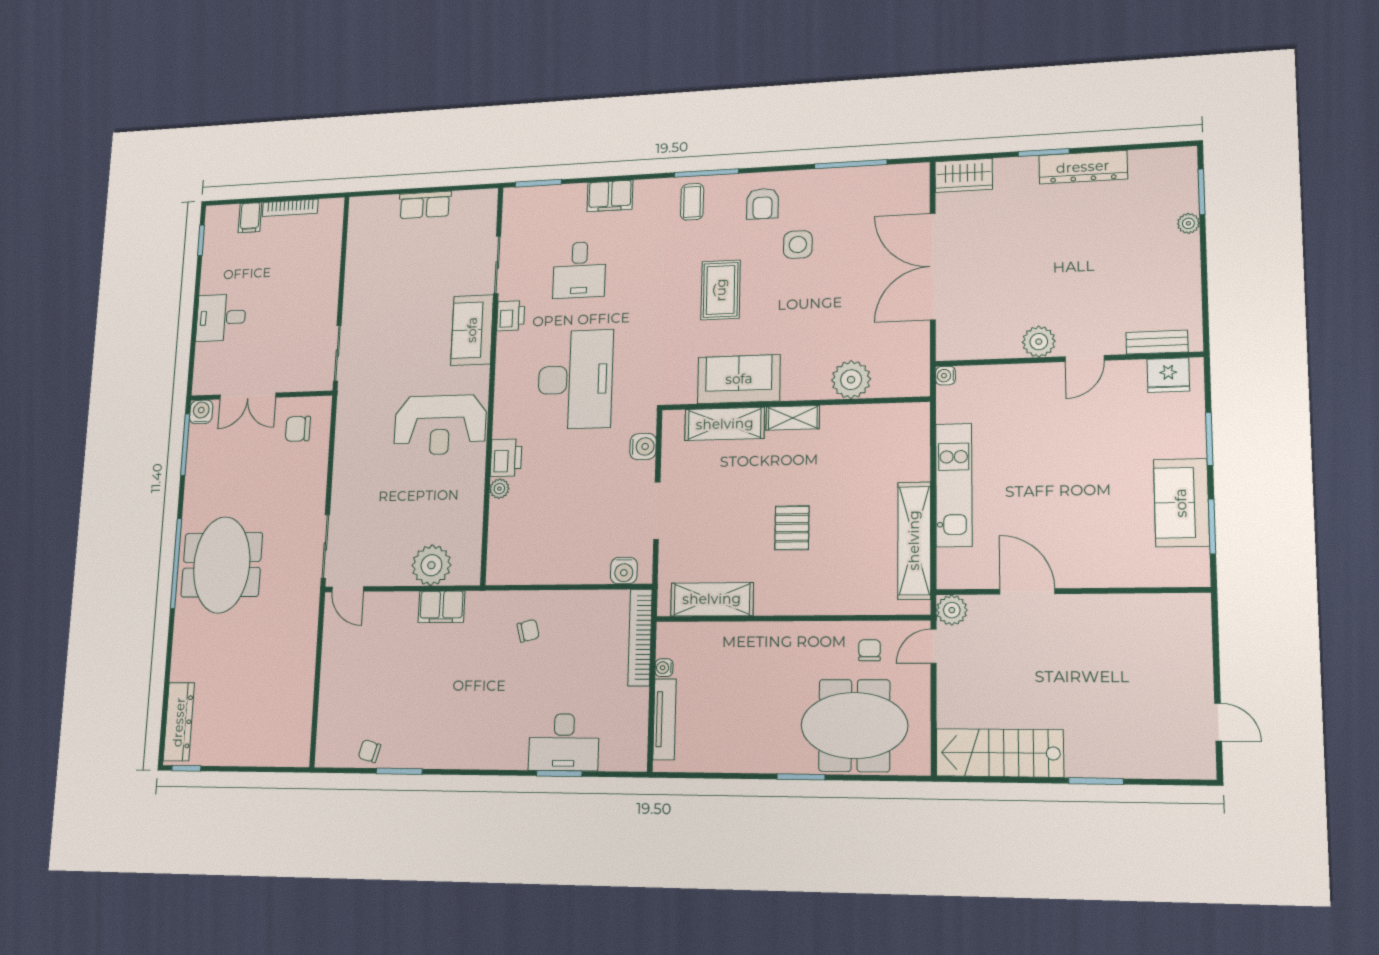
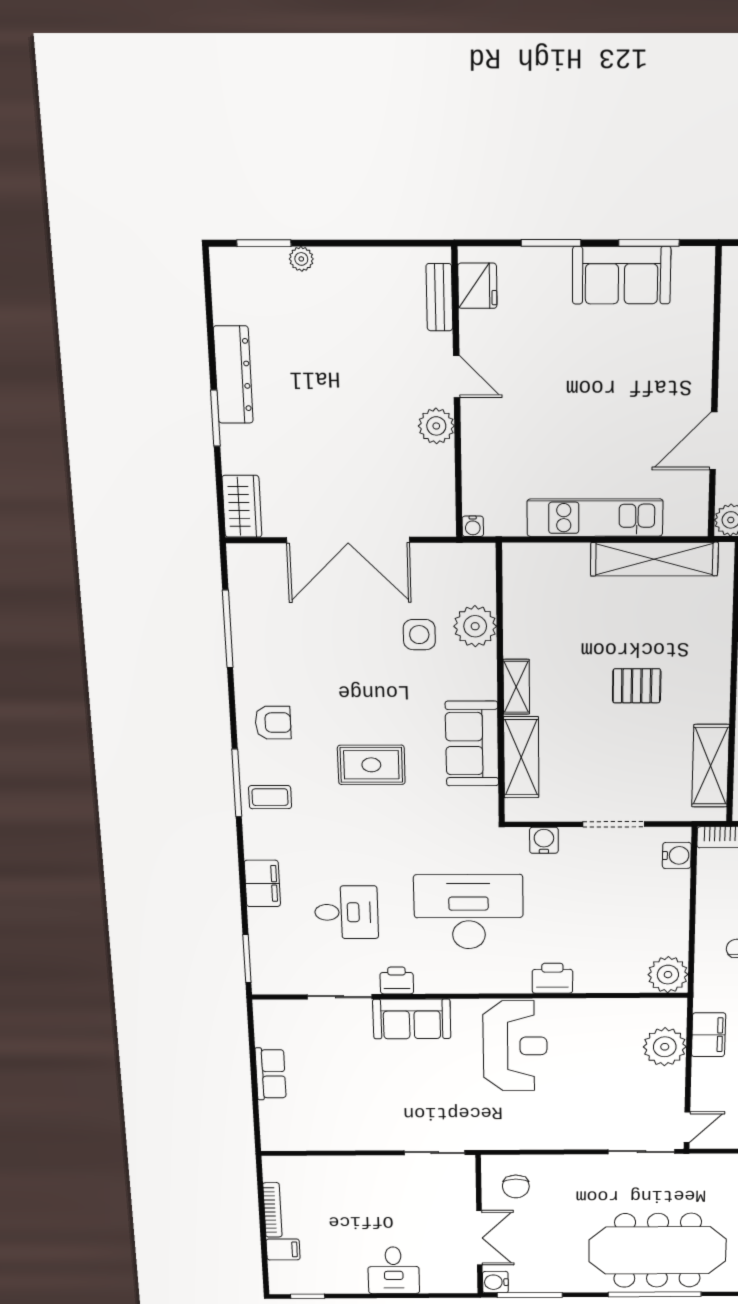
side table: (798, 245) -> (419, 635), moved
plant: (499, 489) -> (668, 975), moved, width x1.88, depth x1.88
meeting table: (222, 565) -> (657, 1250), width x1.36

